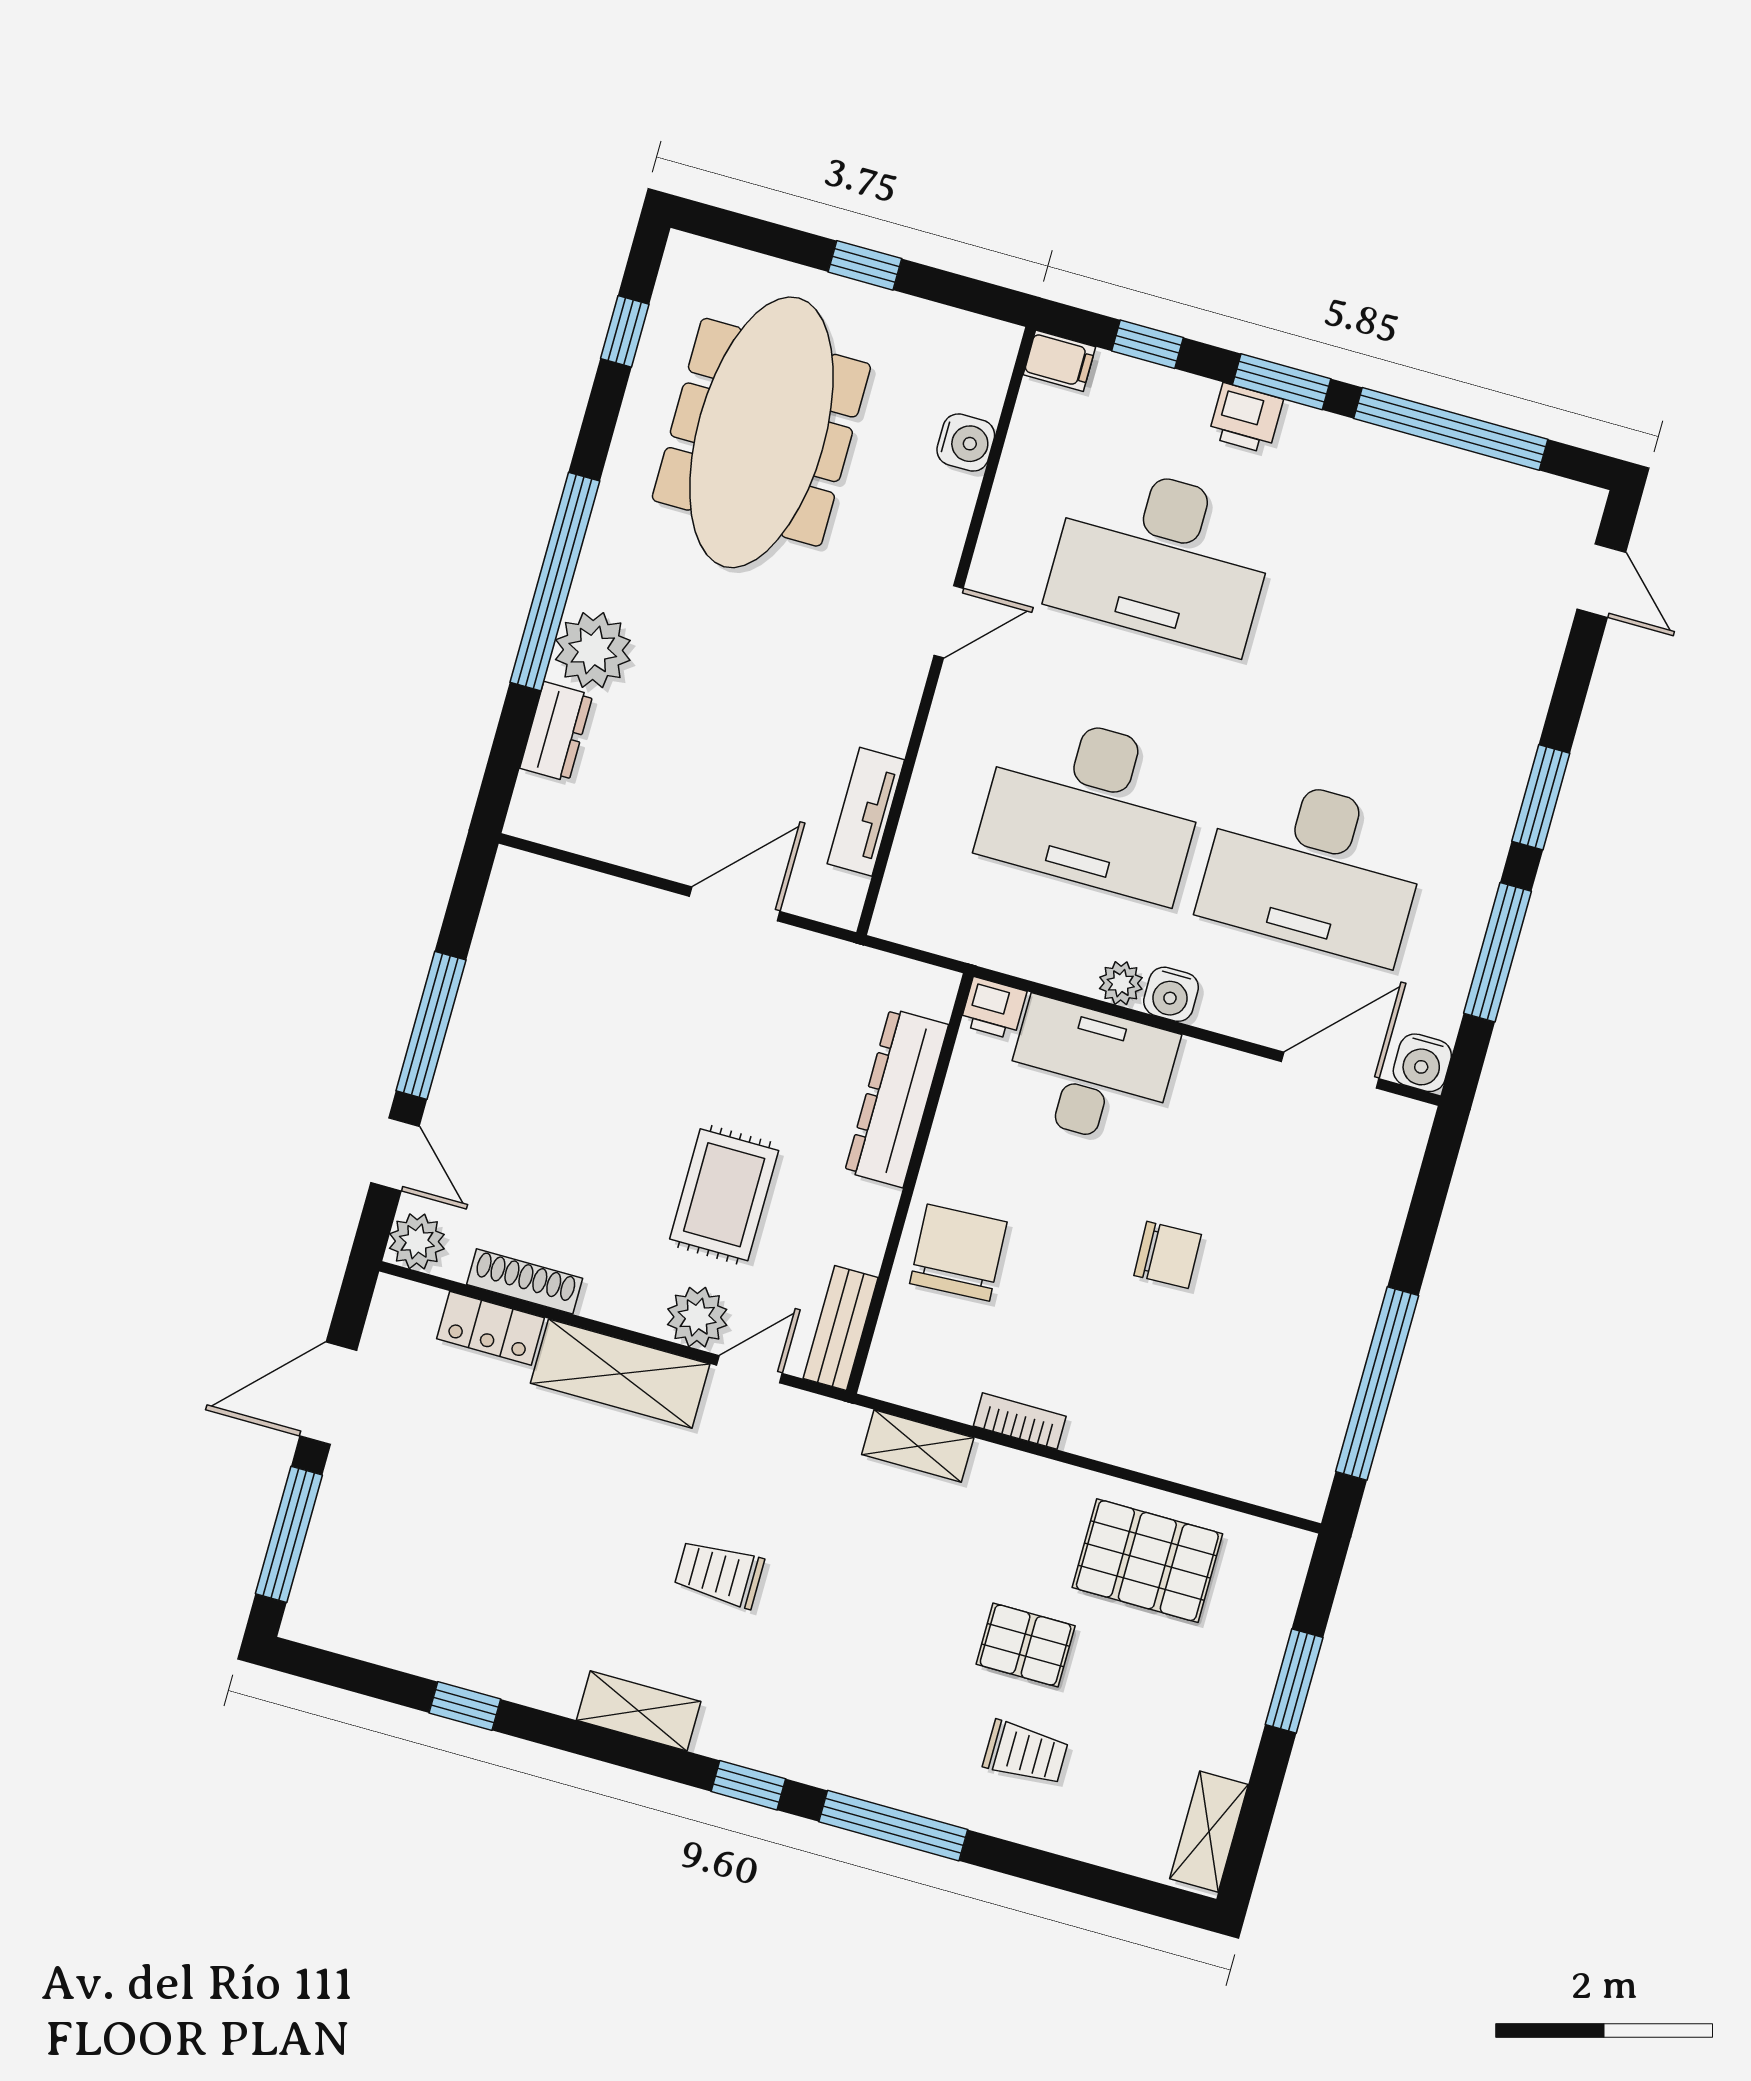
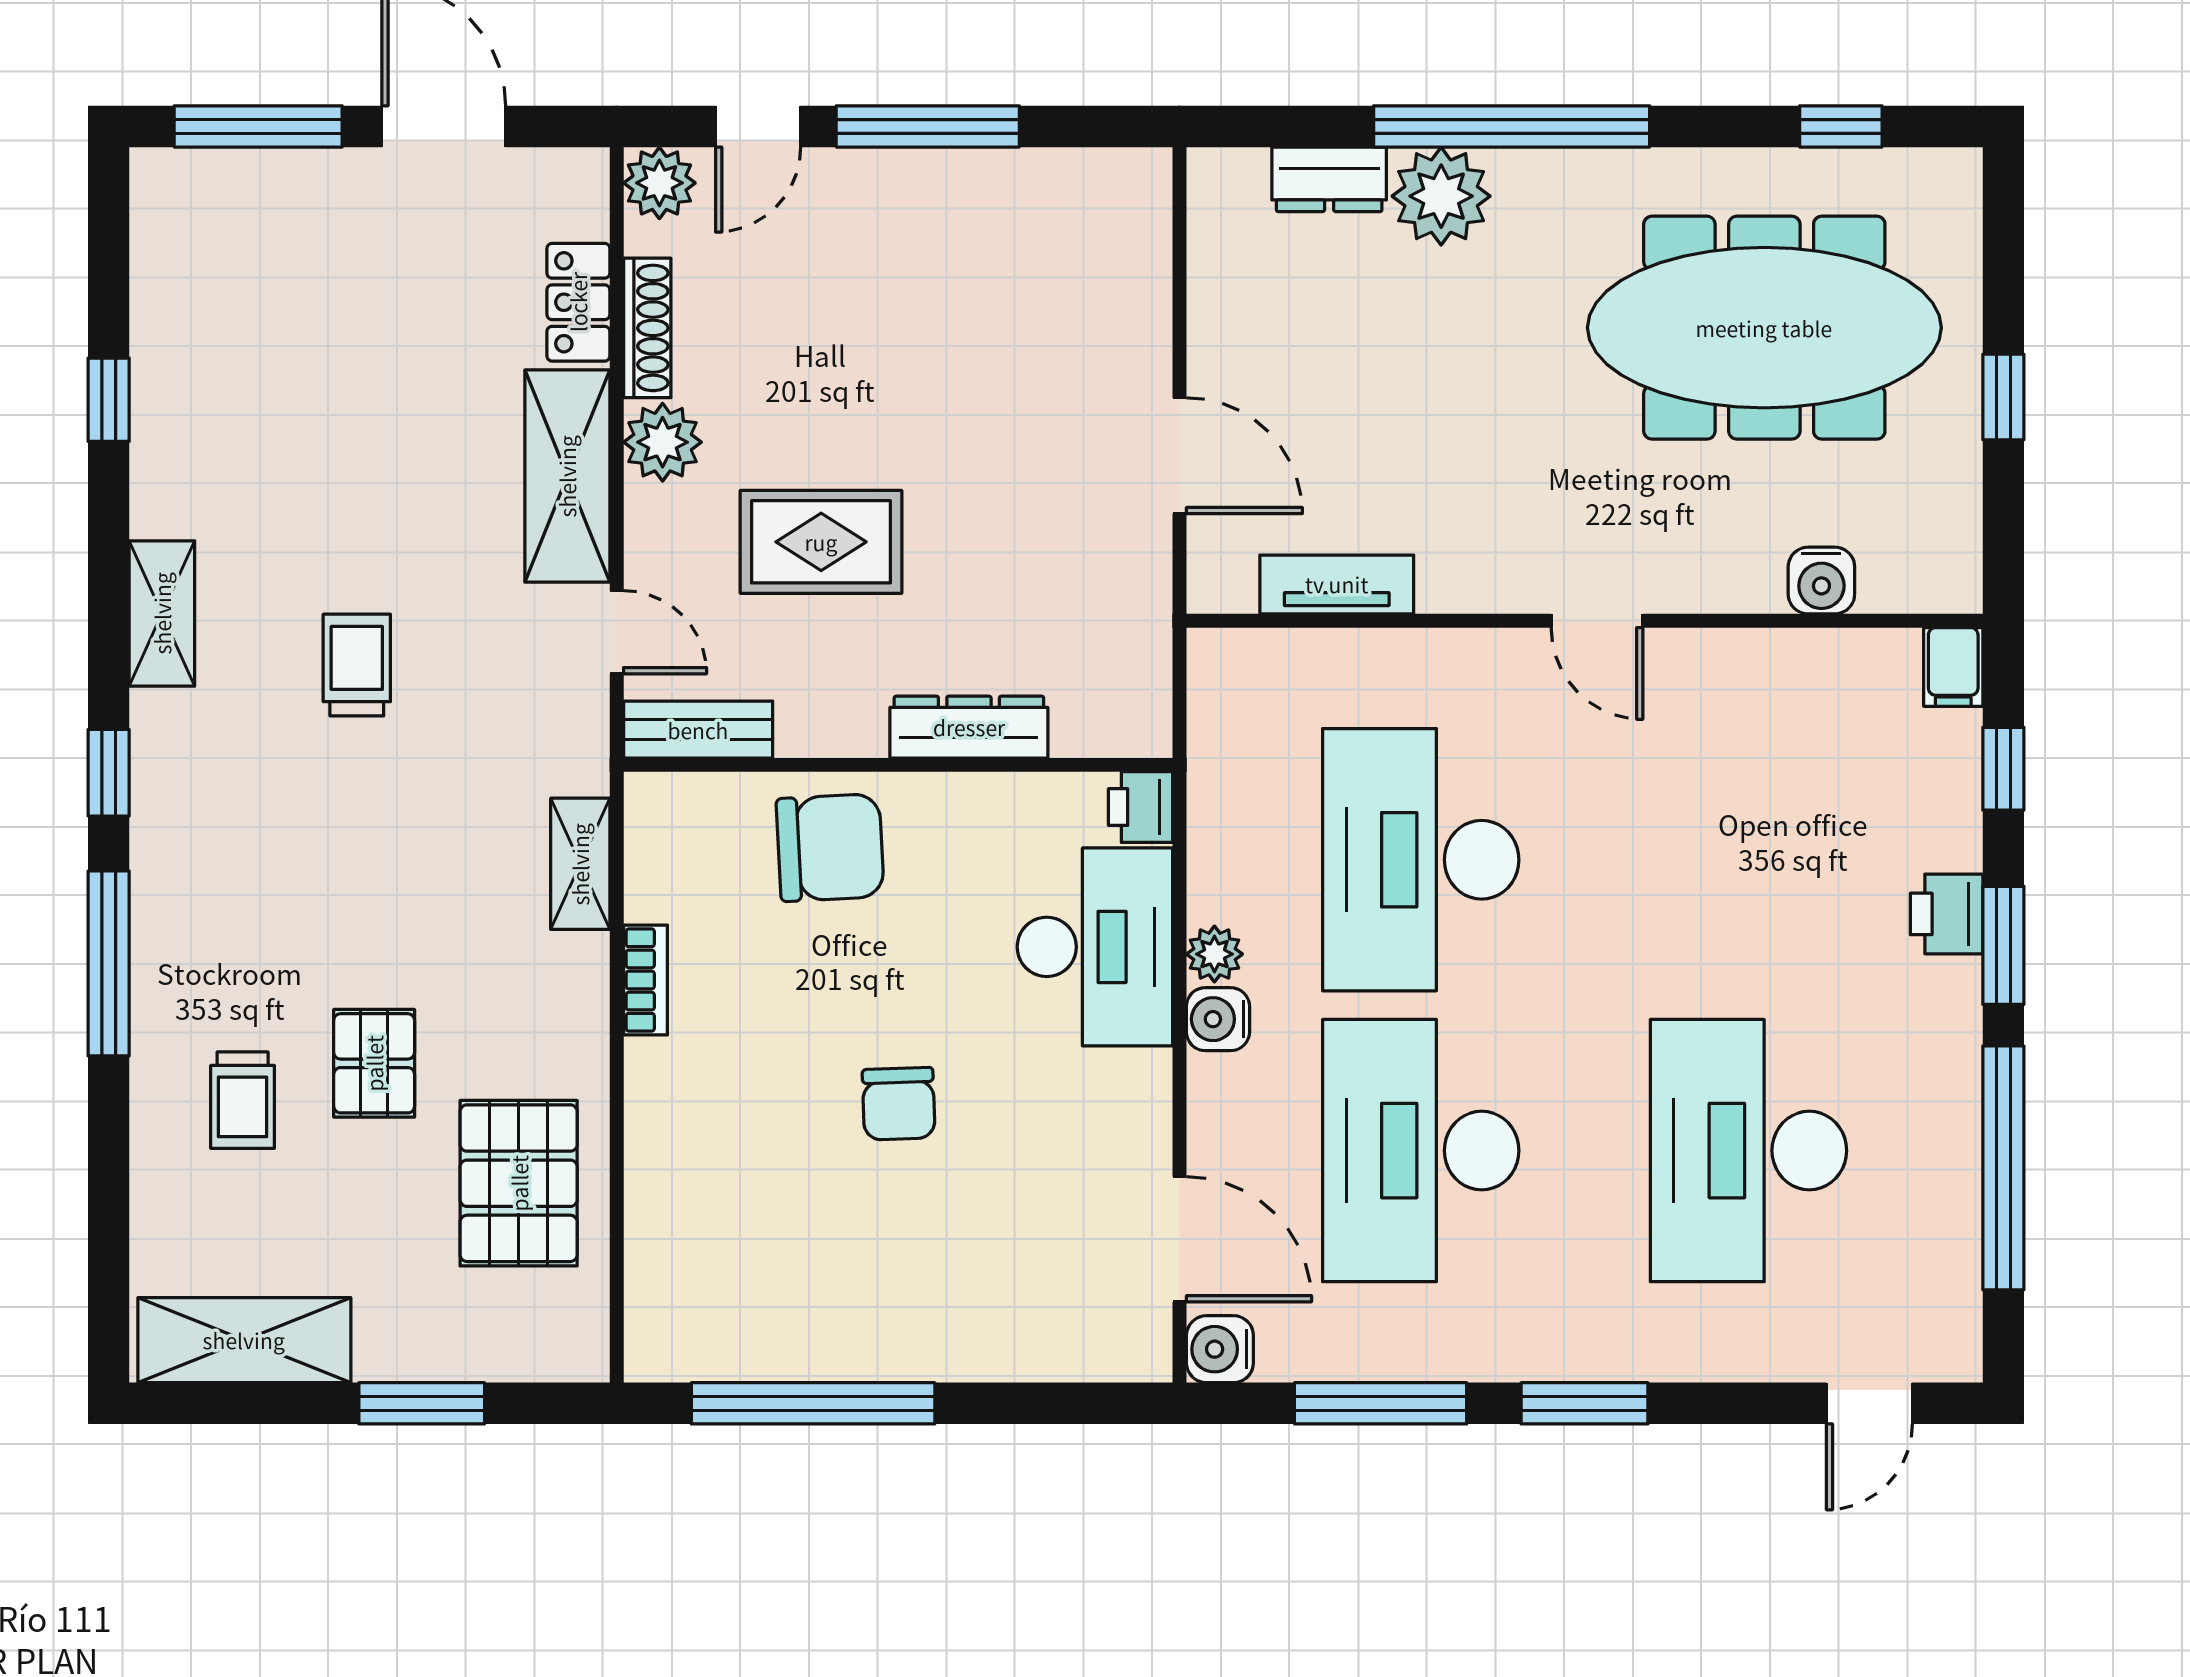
desk: (1162, 557) -> (1748, 1151), moved
dresser: (897, 1098) -> (969, 727), width x0.73, depth x0.80
plant: (697, 1317) -> (663, 442), moved
shelving: (1209, 1832) -> (244, 1340), width x1.50, depth x1.33

